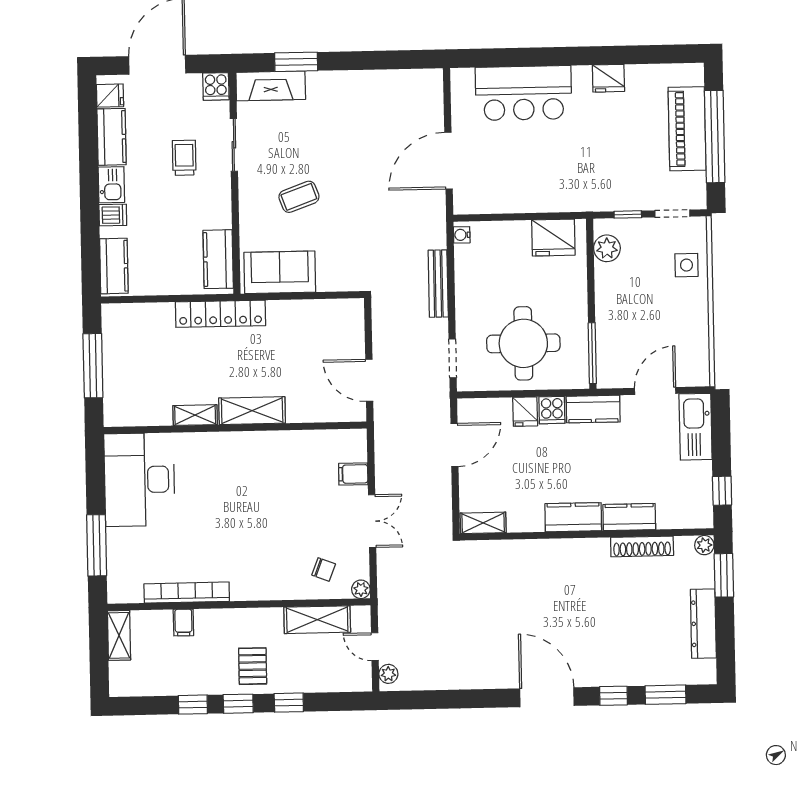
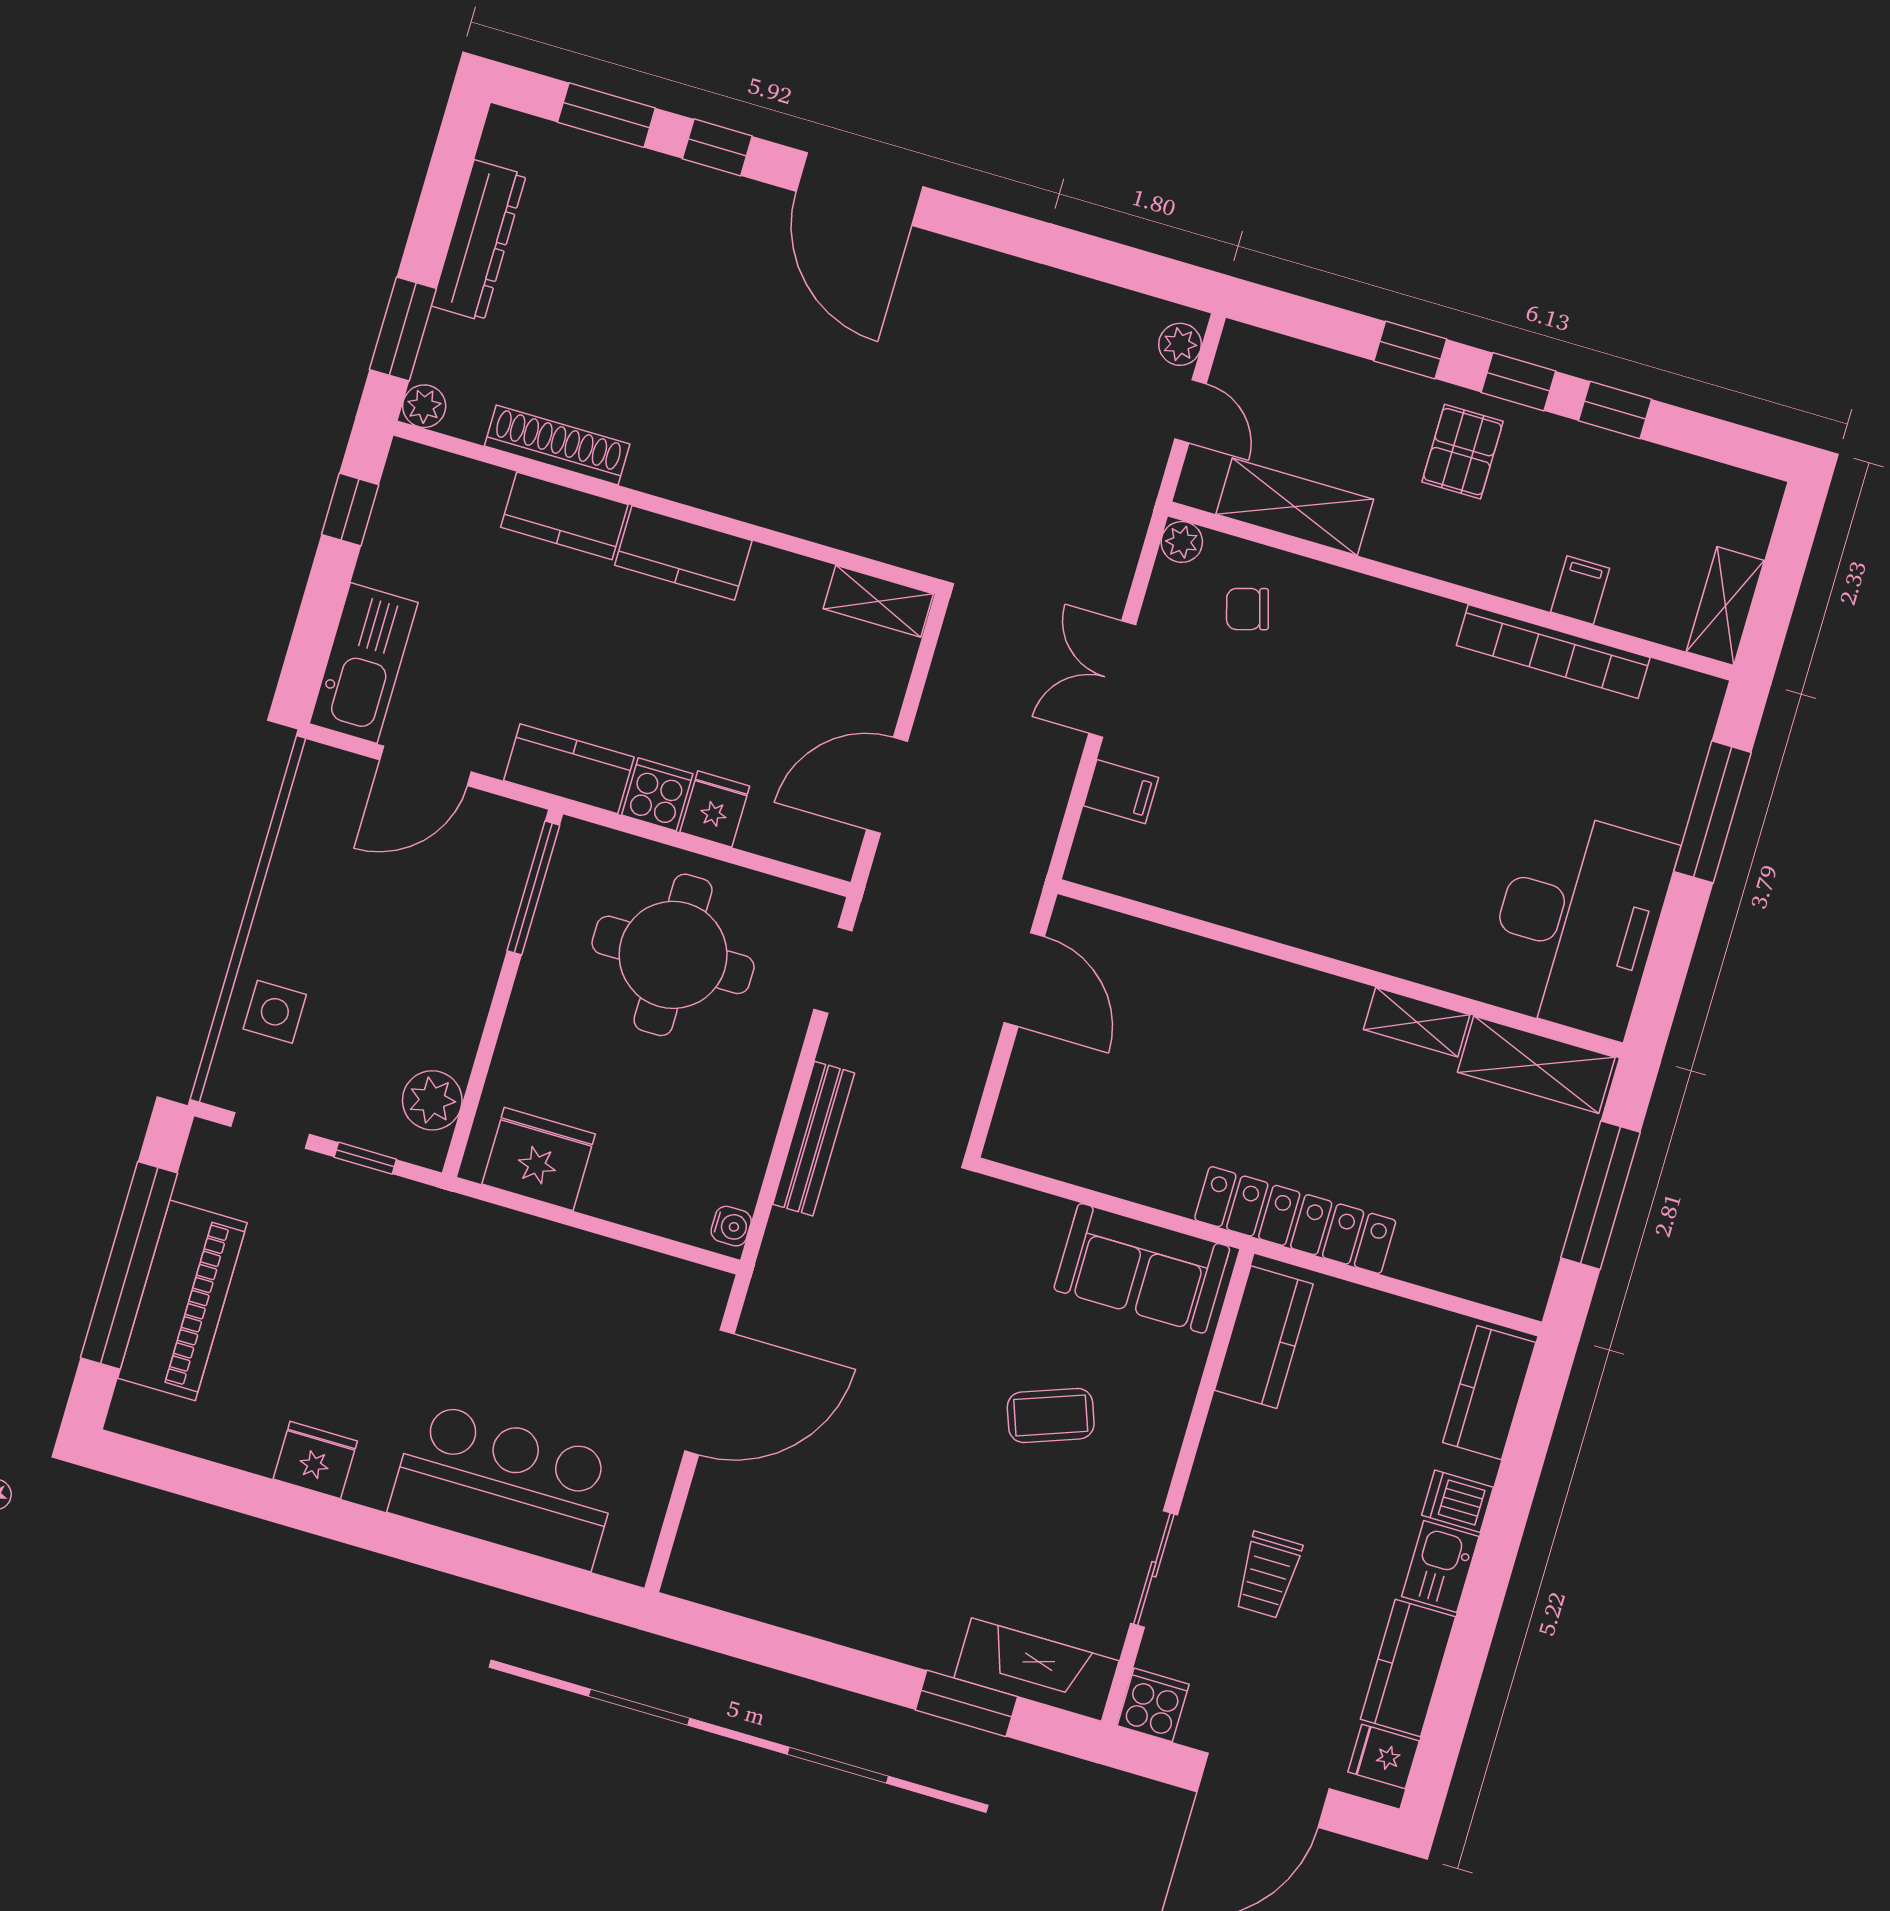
shelving: (252, 411) -> (1536, 1065), moved
chair: (324, 569) -> (1247, 609), turned -37

